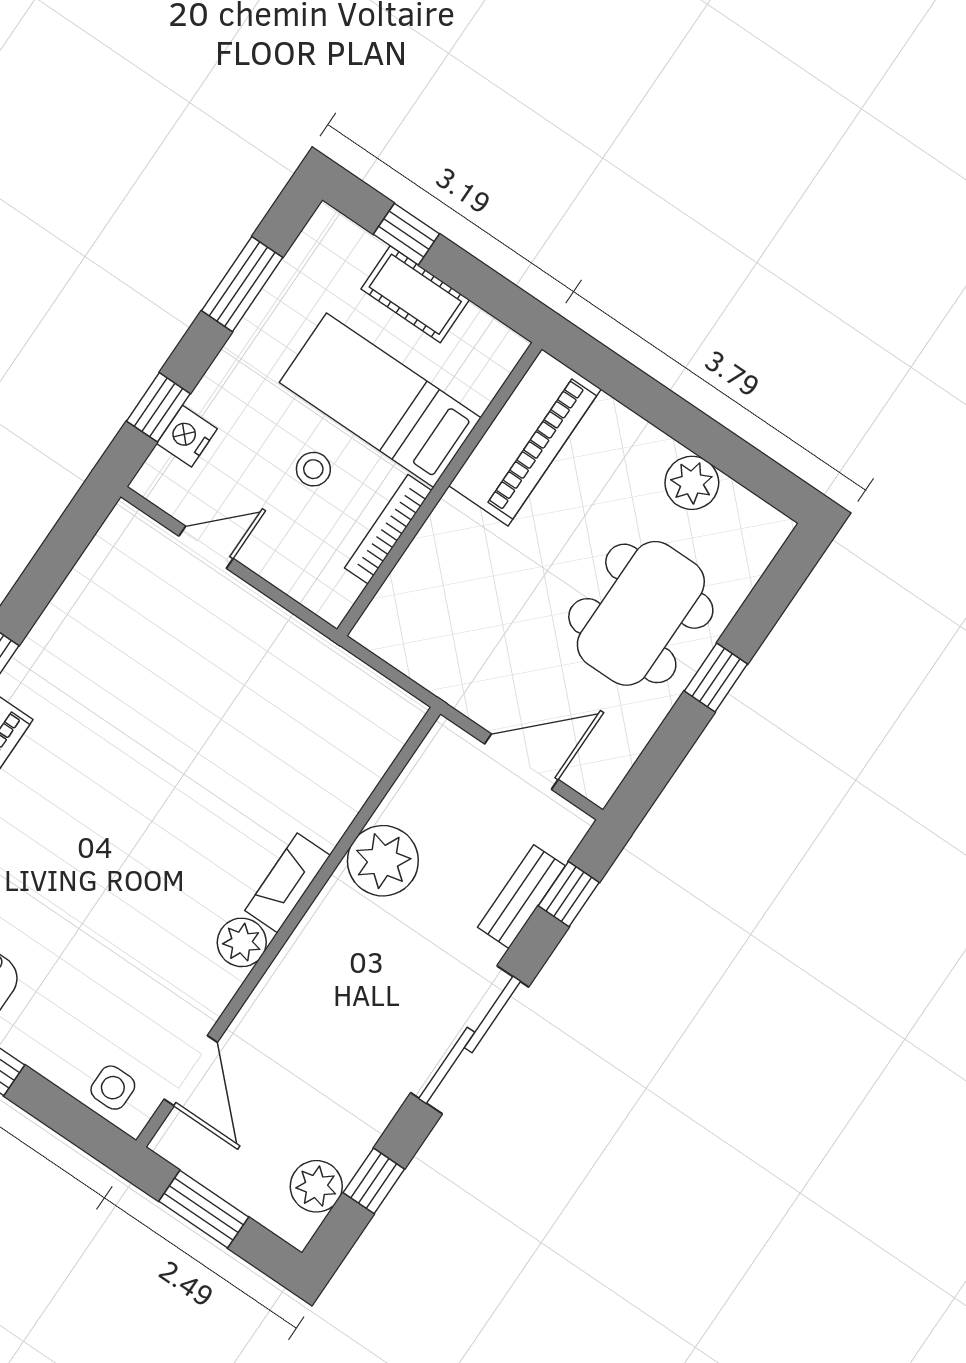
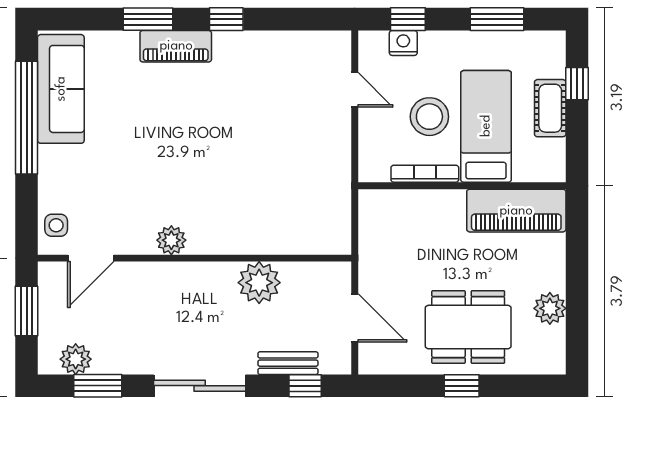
stool: (313, 469) -> (429, 117), width x1.89, depth x1.89
fireplace: (287, 883) -> (216, 243), removed
window: (374, 1181) -> (98, 386), width x1.50

